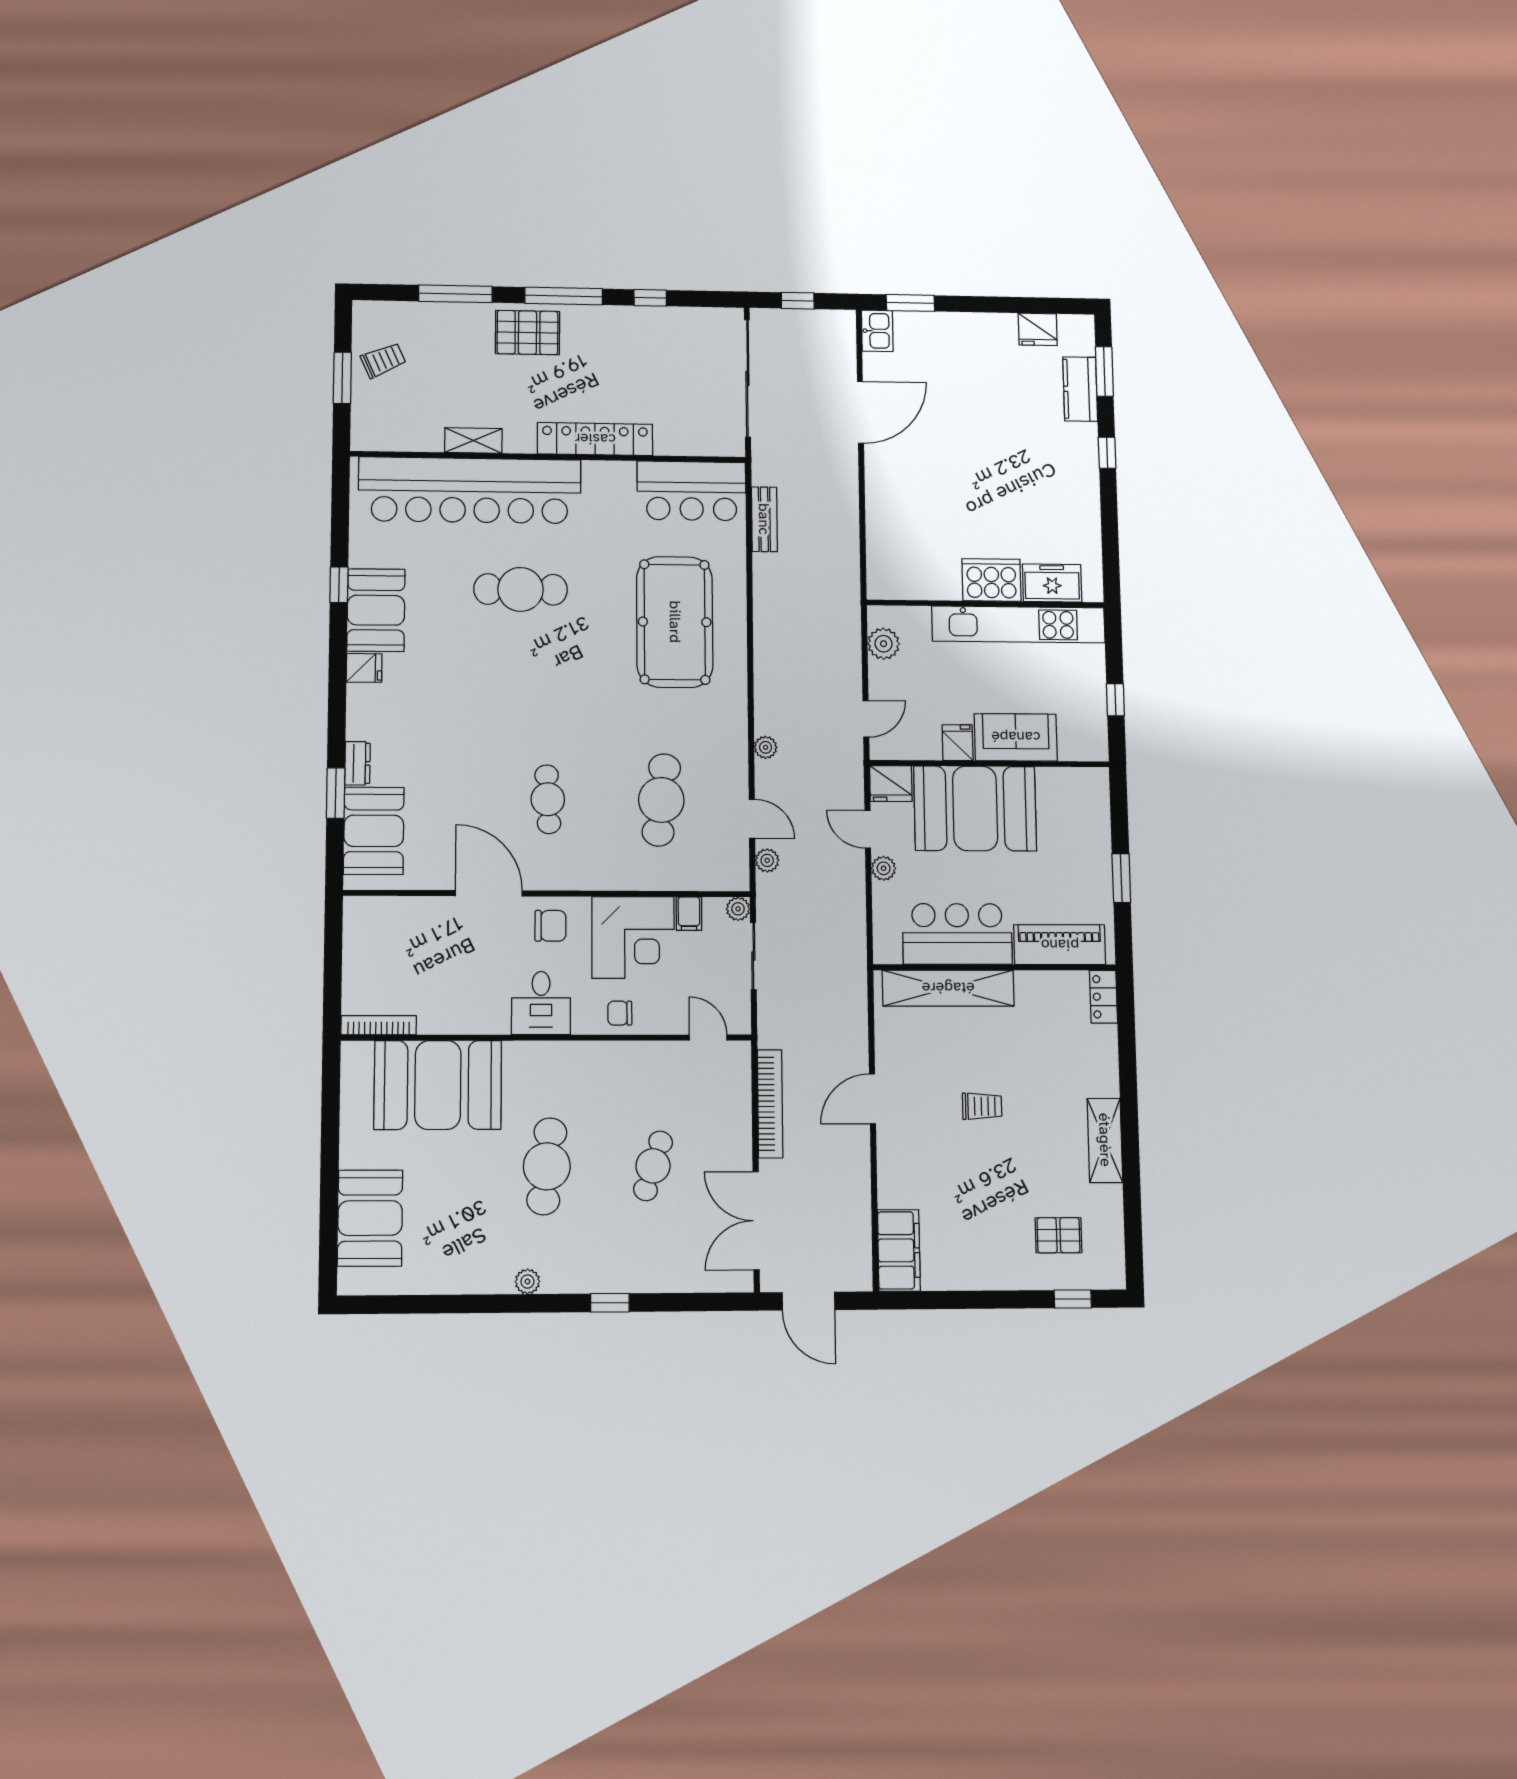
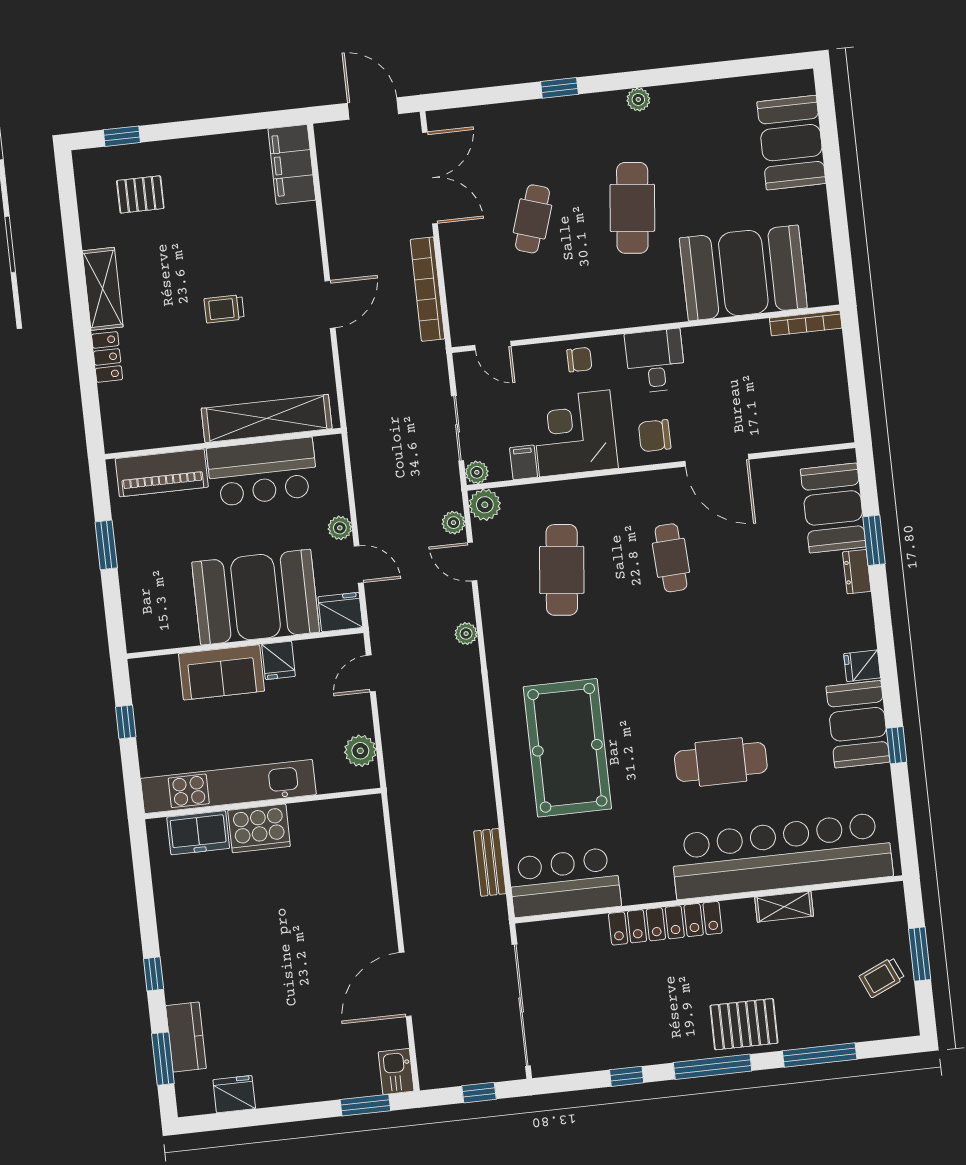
plant: (733, 875) -> (485, 505), added
locker: (1103, 997) -> (107, 357), moved

